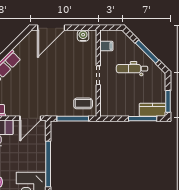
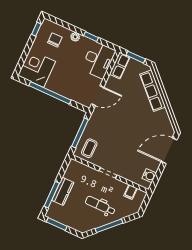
door: (51, 28) -> (169, 151), hinge flipped
dental chair: (132, 69) -> (100, 206), turned -90
kitchen counter: (152, 110) -> (63, 191), moved
door: (30, 118) -> (98, 96), swing flipped

